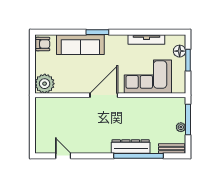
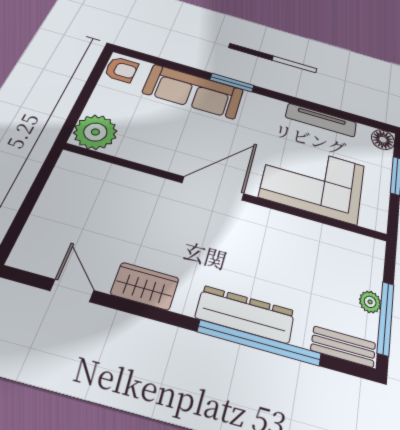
floor lamp: (180, 51) -> (383, 140), moved
window: (188, 119) -> (386, 318), moved
wardrobe: (89, 146) -> (145, 286), added

